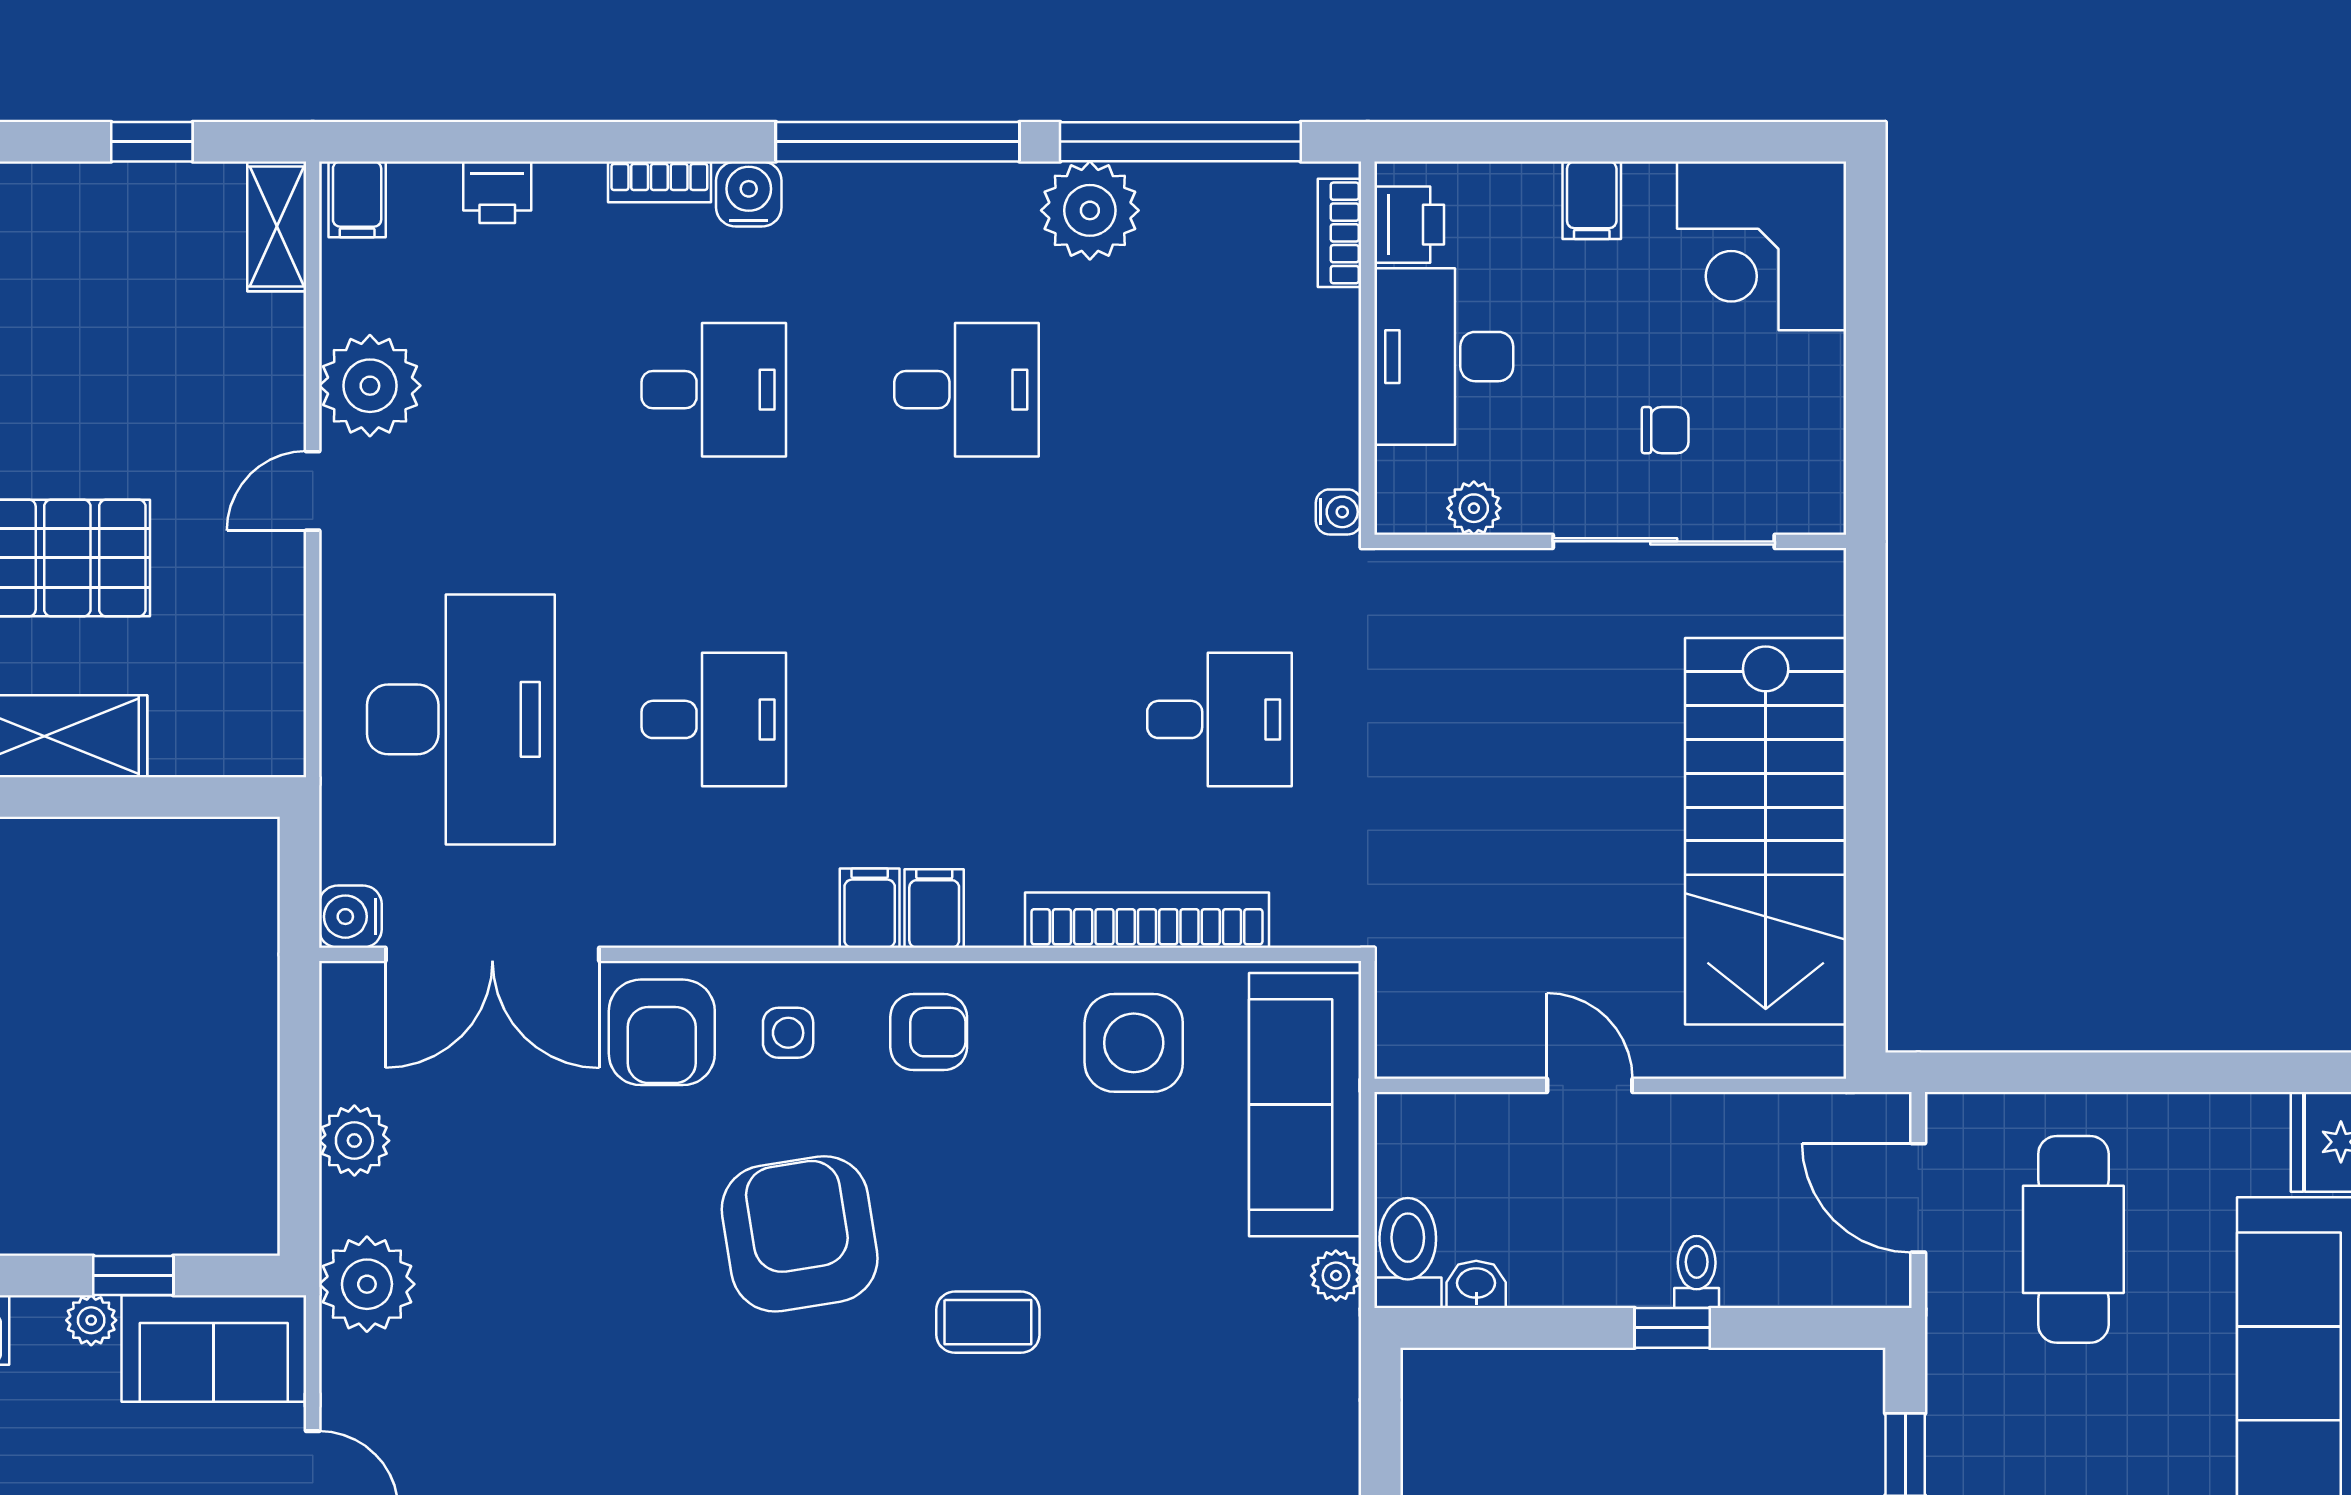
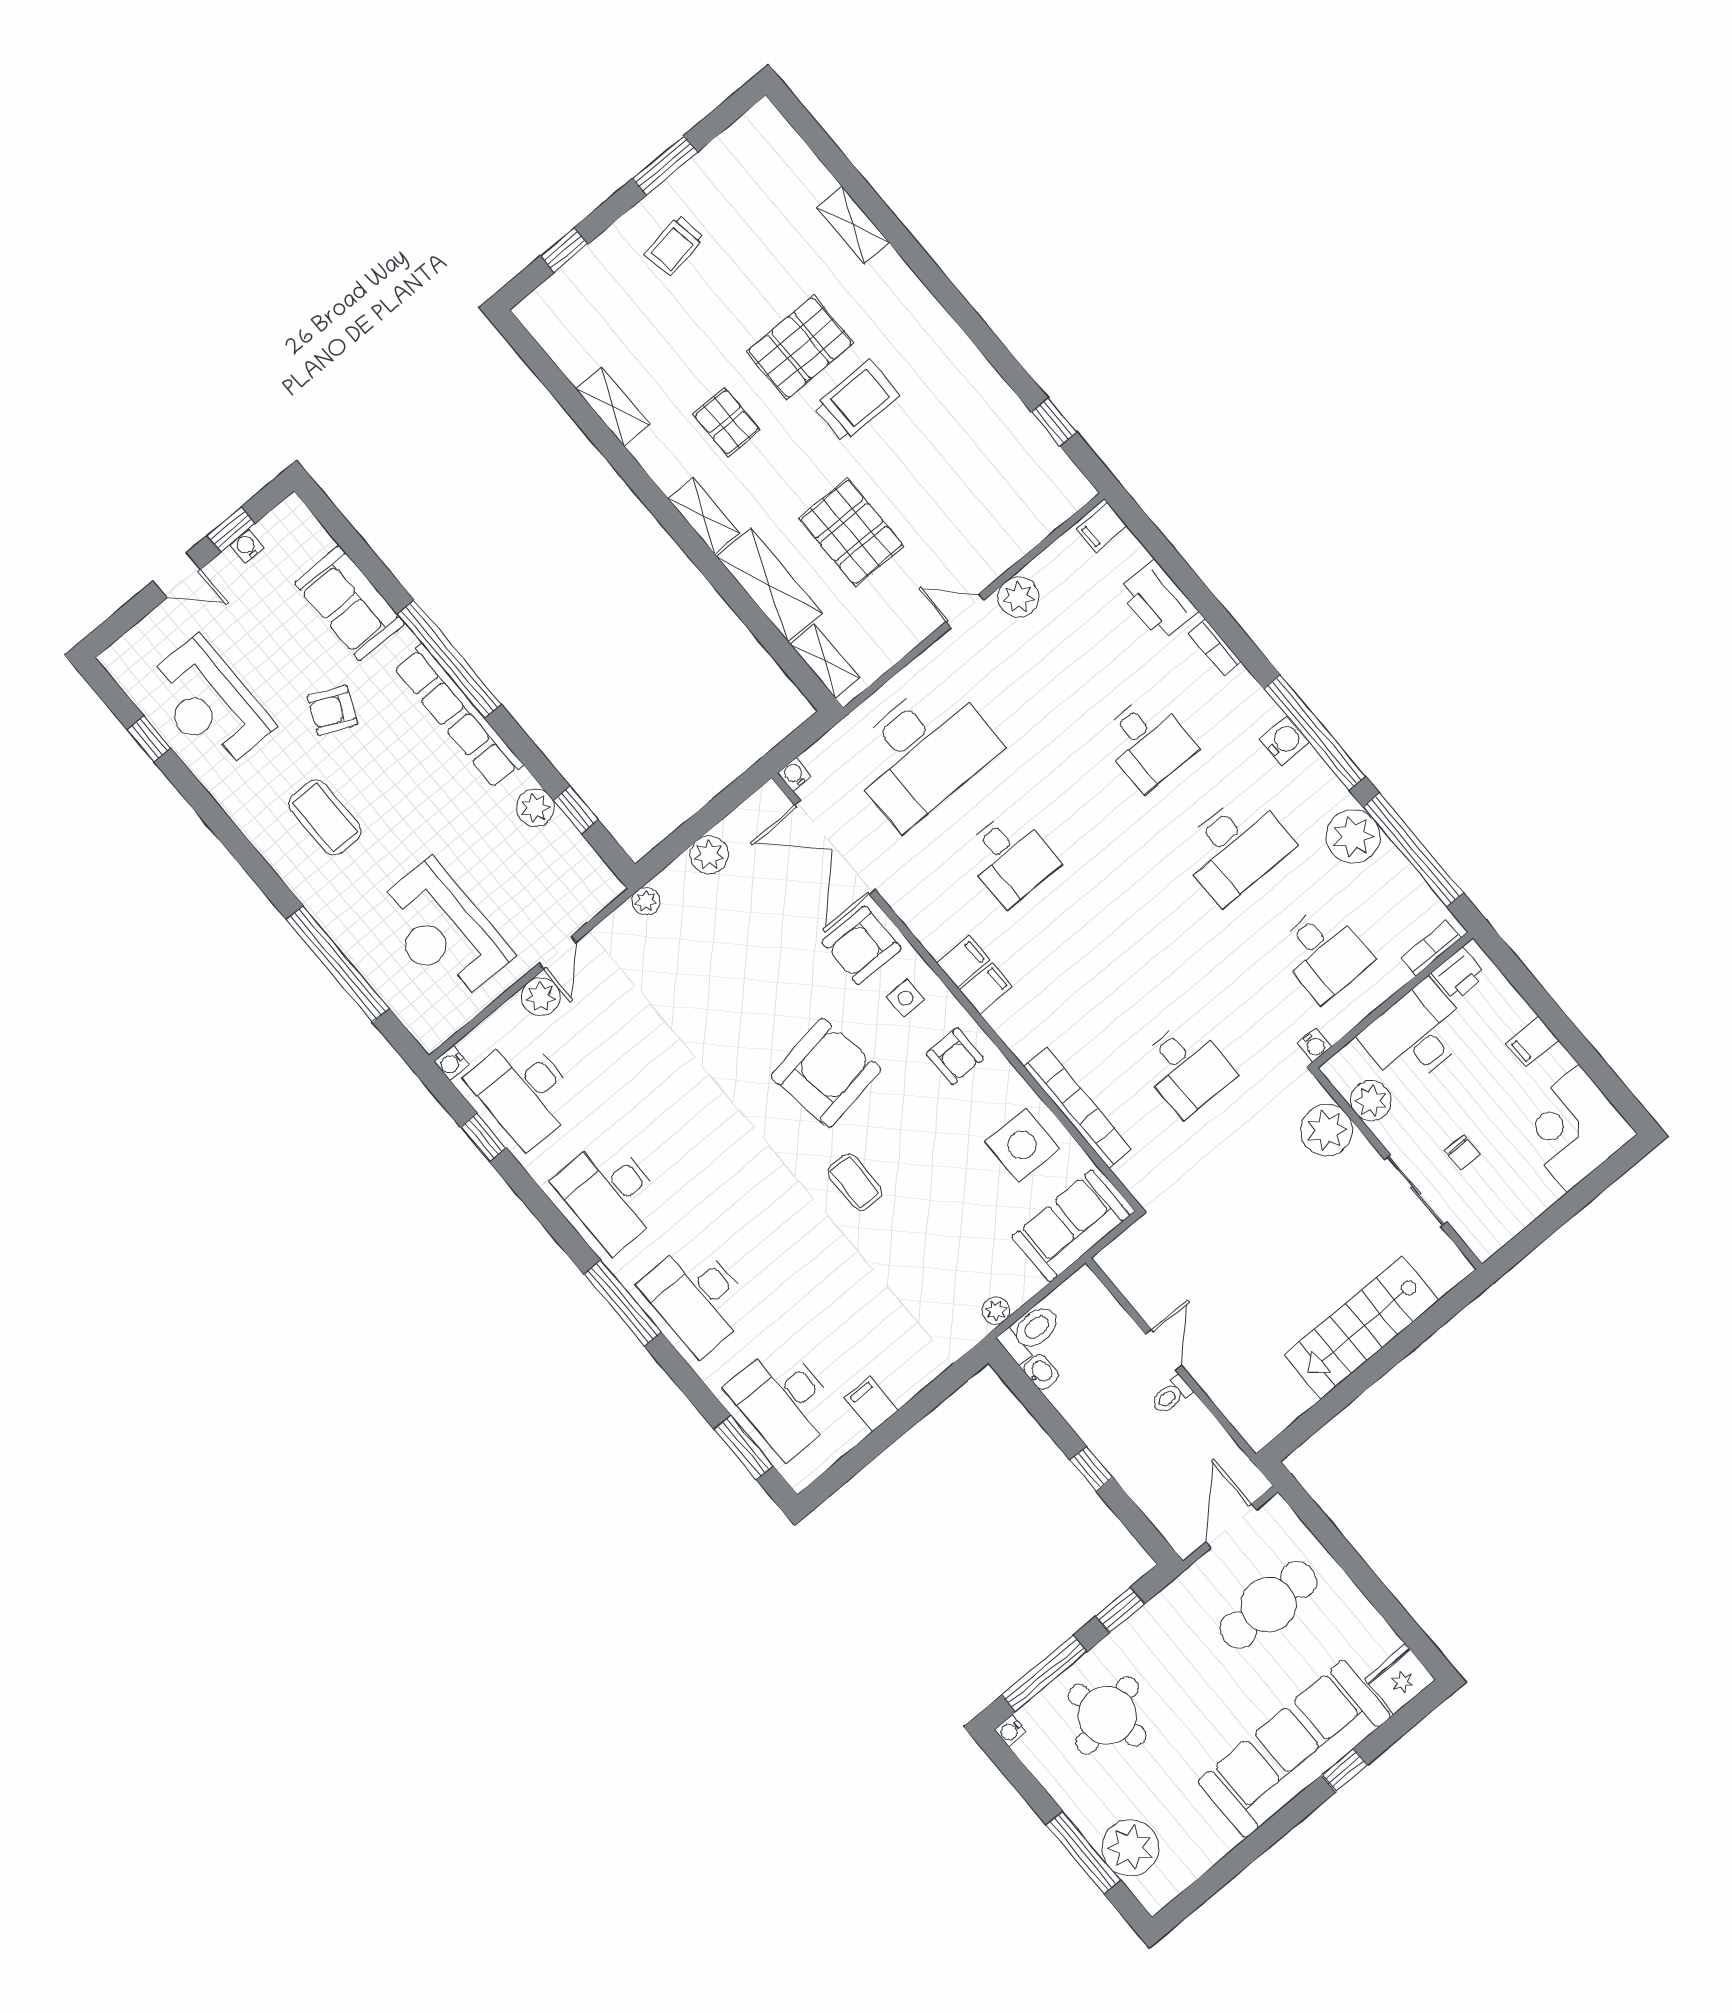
printer: (497, 192) -> (1158, 601), width x1.87, depth x1.48
water cooler: (749, 194) -> (1284, 741), moved
shelving: (277, 226) -> (825, 661), moved, turned 90
plant: (370, 386) -> (1018, 597), width x0.73, depth x0.73
desk: (967, 390) -> (1235, 848), width x1.37
desk: (1219, 390) -> (1324, 953), added
plant: (1474, 508) -> (1371, 1101), width x1.38, depth x1.38
sliding door: (1664, 541) -> (1416, 1191), width x0.73
plant: (1473, 595) -> (1327, 1130), added
stairs: (1766, 831) -> (1362, 1328), width x0.73, depth x0.66
filing cabinet: (934, 908) -> (963, 962), moved
water cooler: (350, 917) -> (794, 775), width x0.72, depth x0.72
sofa: (1305, 1105) -> (1071, 1226), width x0.73
toilet: (1697, 1272) -> (1171, 1395), moved, turned 180
plant: (367, 1284) -> (646, 901), width x0.53, depth x0.53
plant: (91, 1320) -> (535, 808), width x1.38, depth x1.38
sofa: (214, 1348) -> (574, 869), removed

